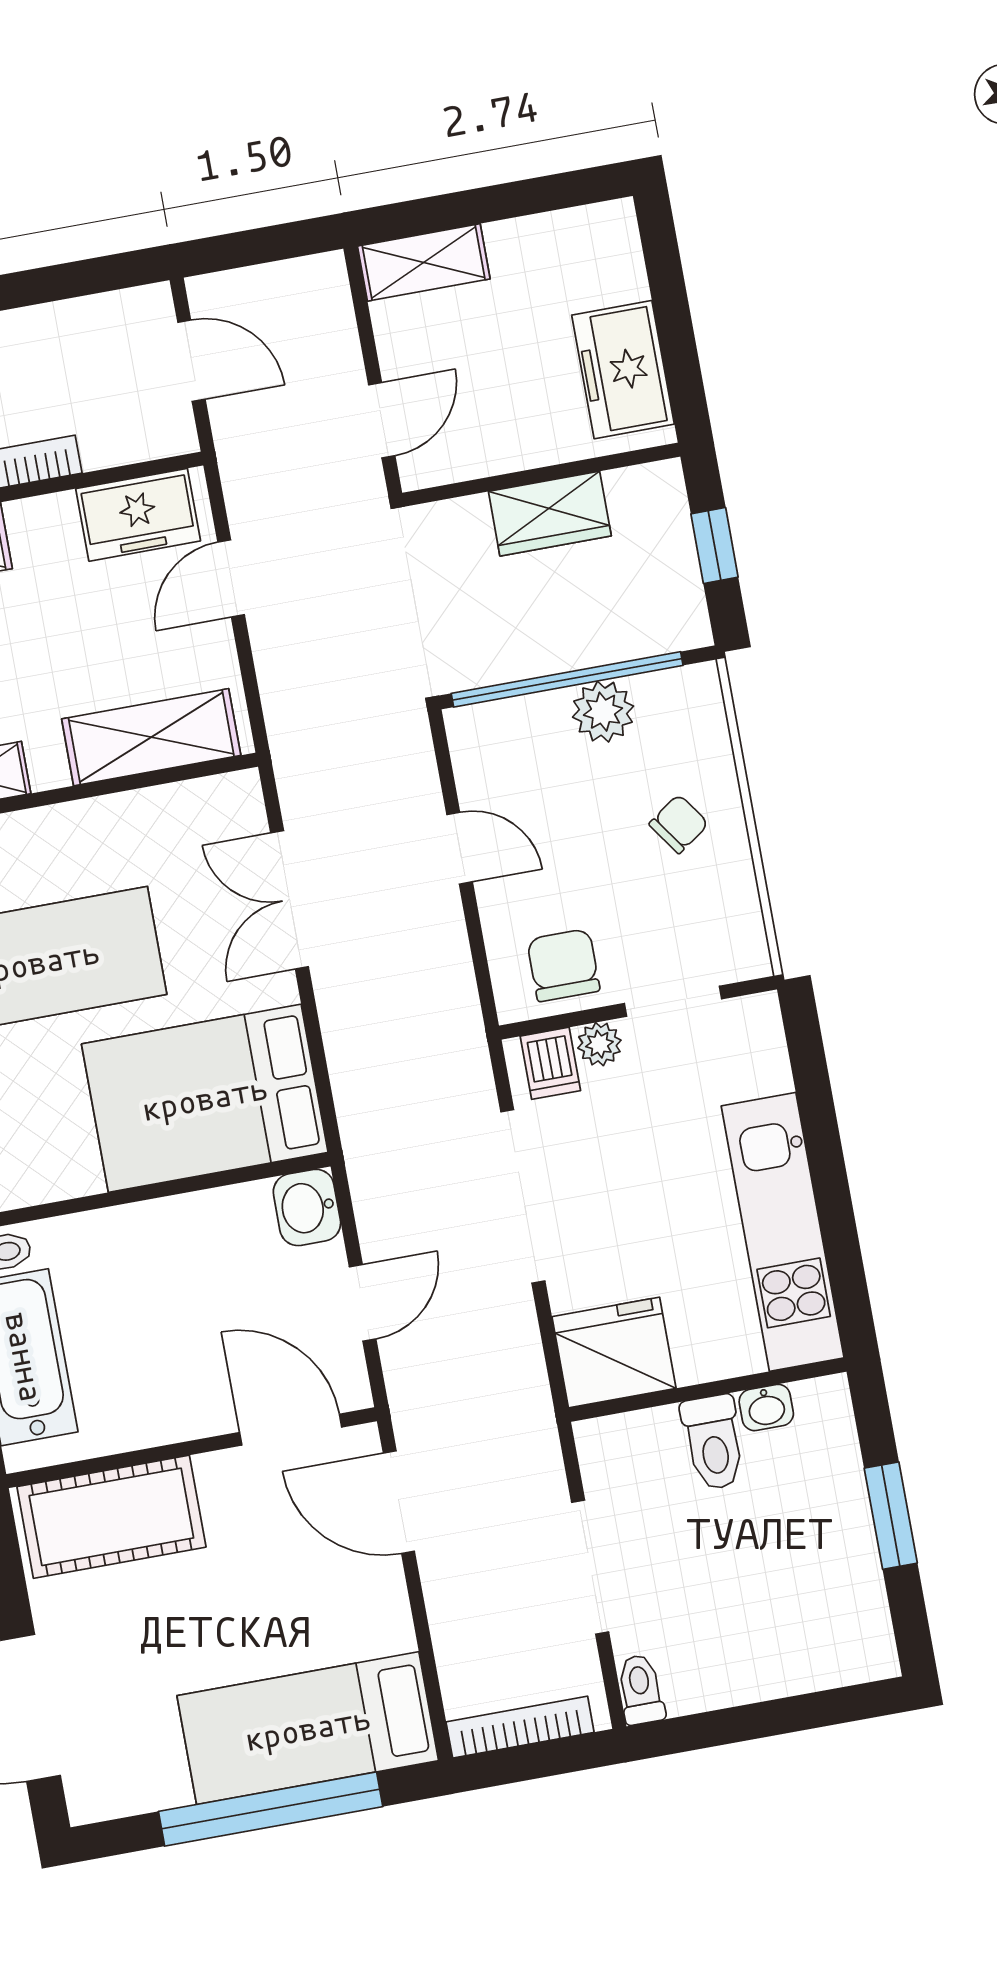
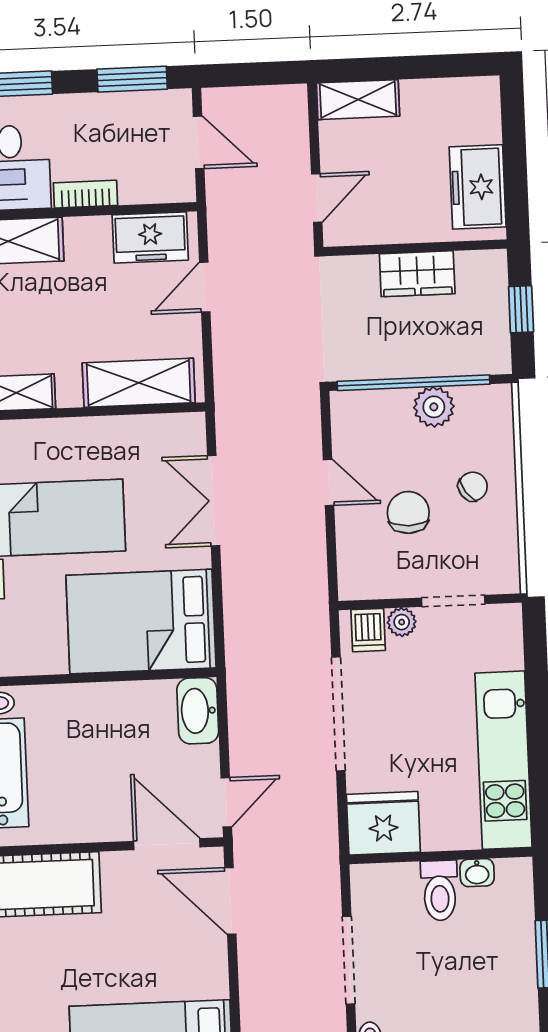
window: (77, 279) -> (132, 79), added
chair: (563, 965) -> (408, 512), moved
washbasin: (307, 1207) -> (198, 711), width x1.38
door: (363, 1303) -> (226, 802), moved

